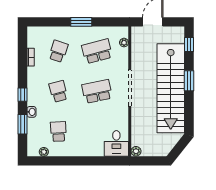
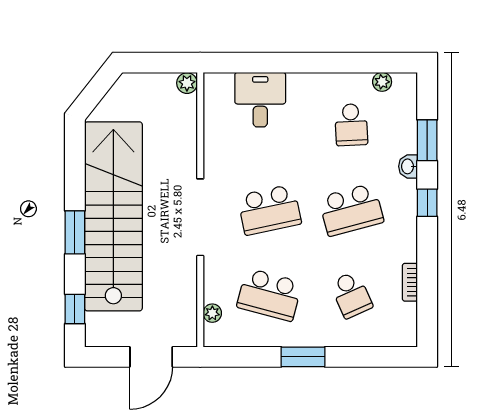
school desk: (58, 51) -> (351, 295), turned -42
school desk: (97, 51) -> (269, 295), turned 30
school desk: (58, 91) -> (351, 210), width x1.85
desk: (116, 143) -> (260, 100), moved

